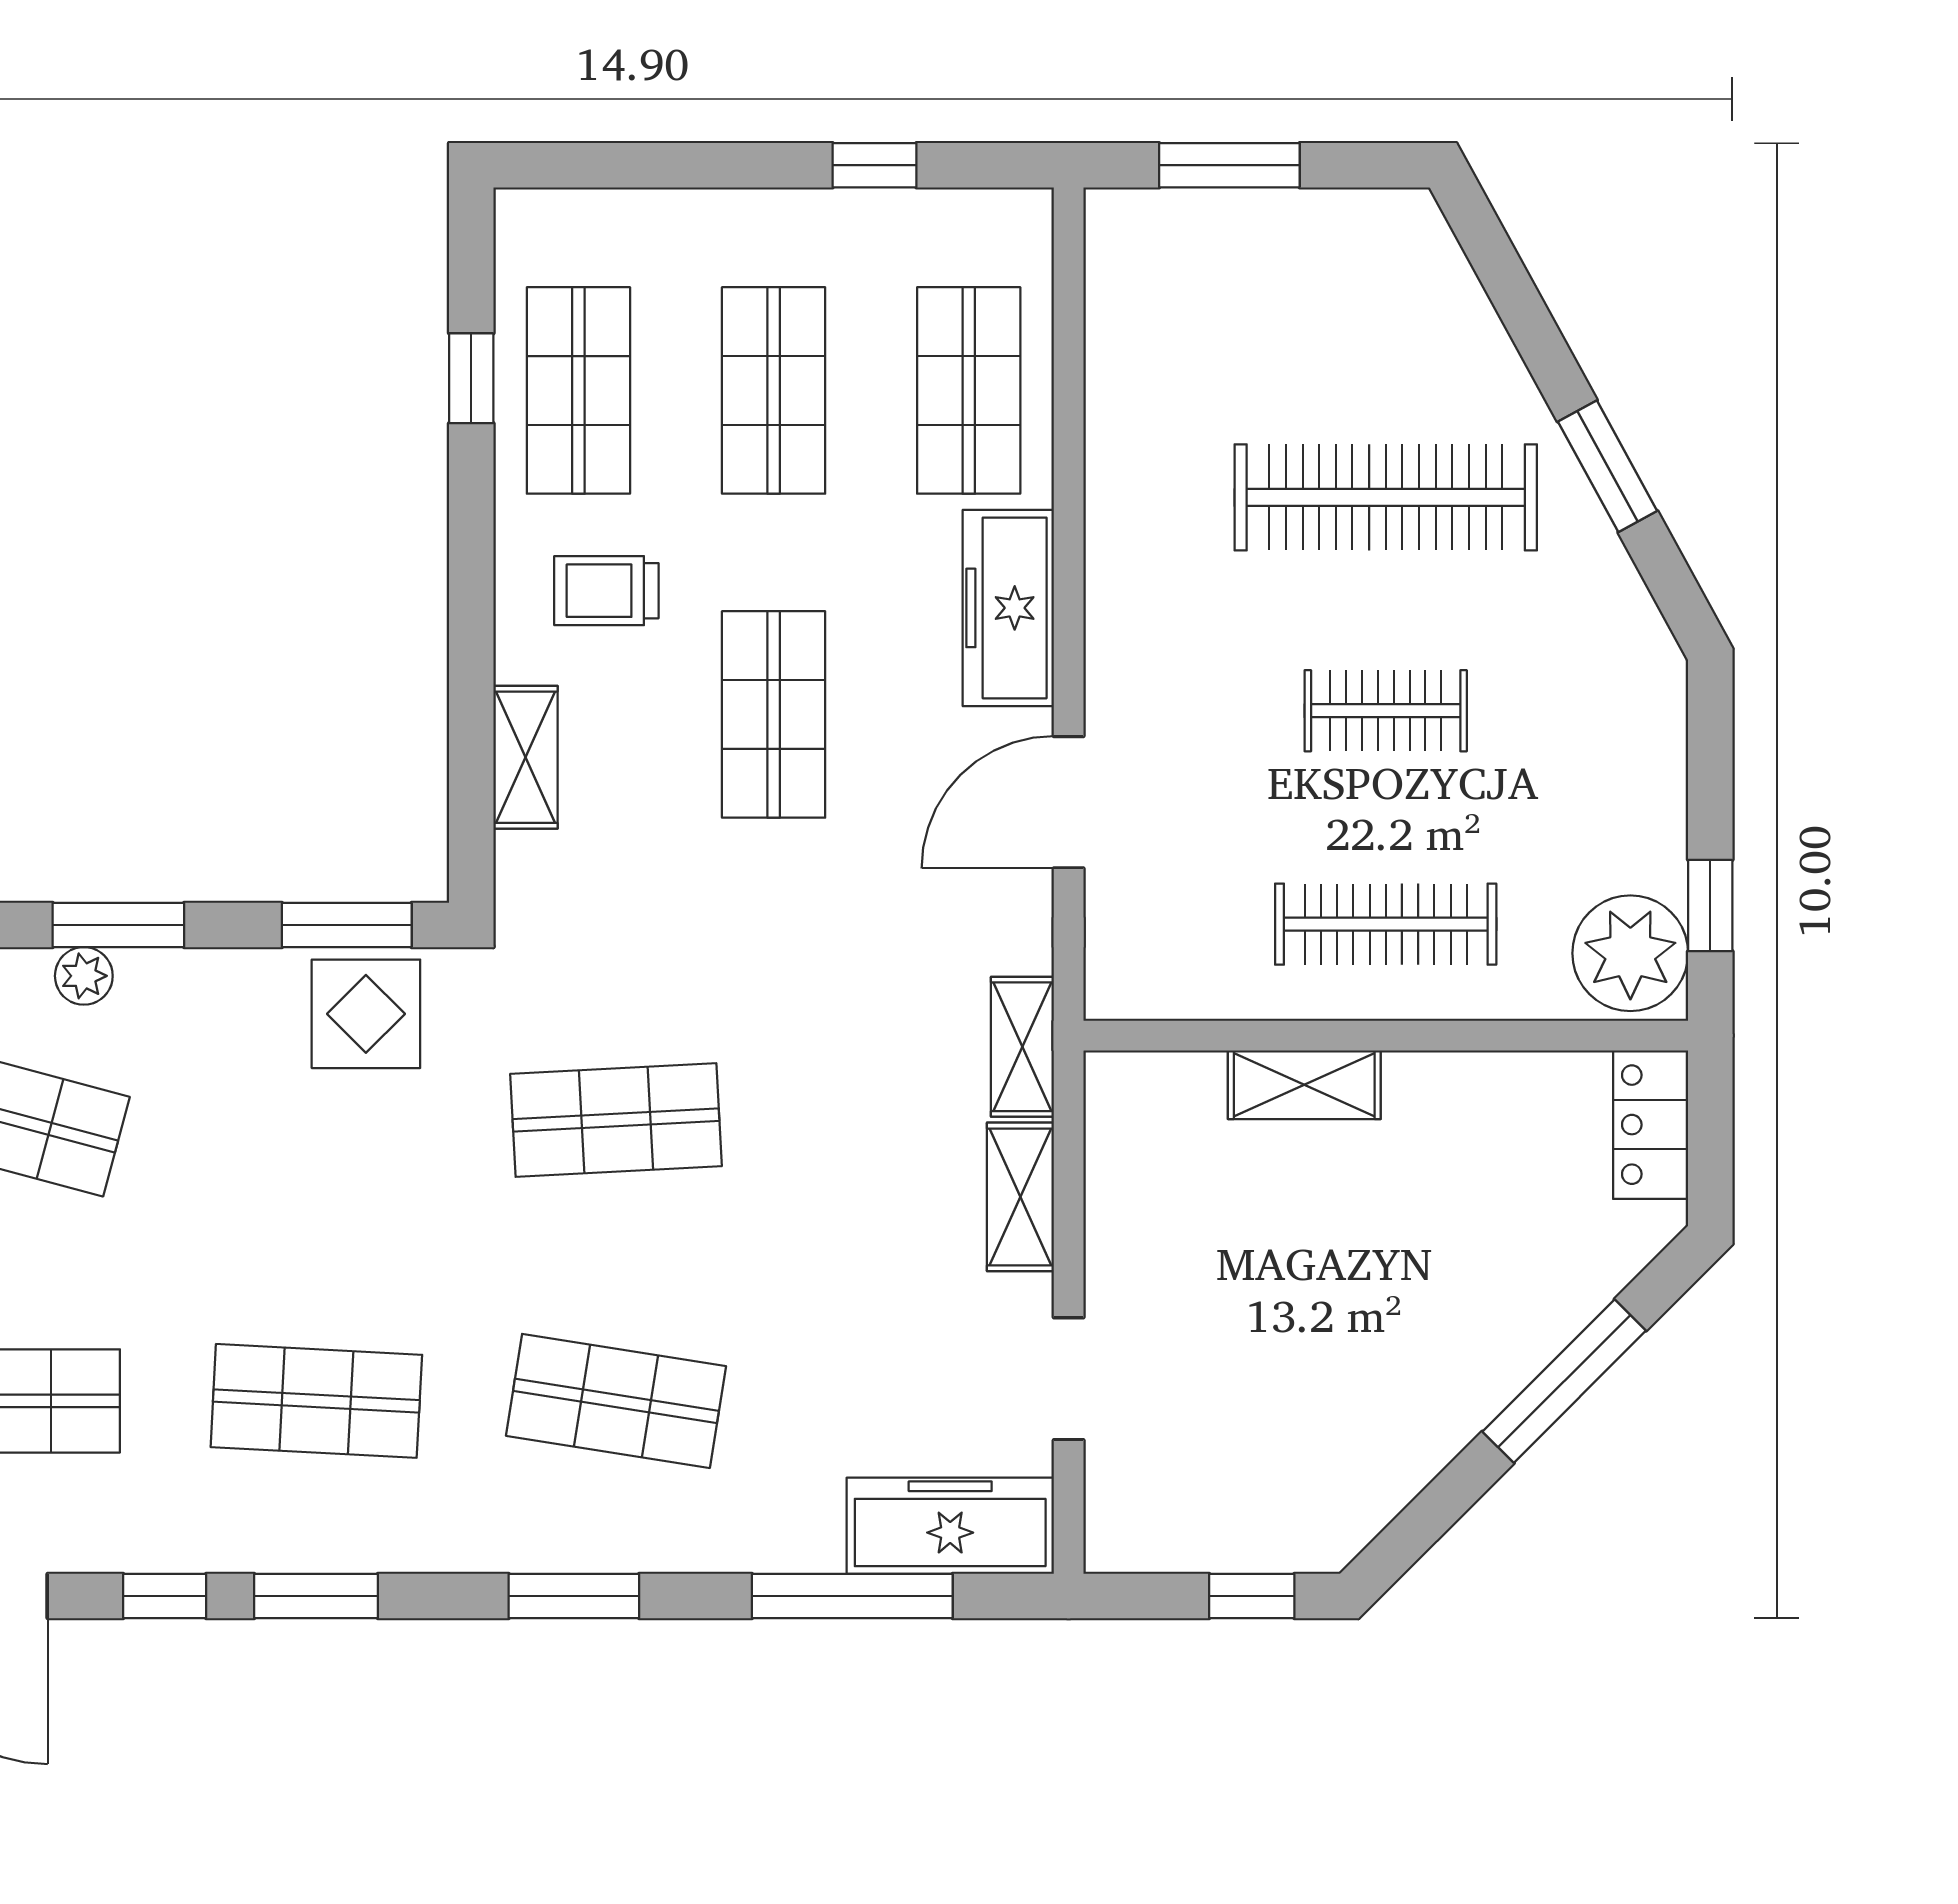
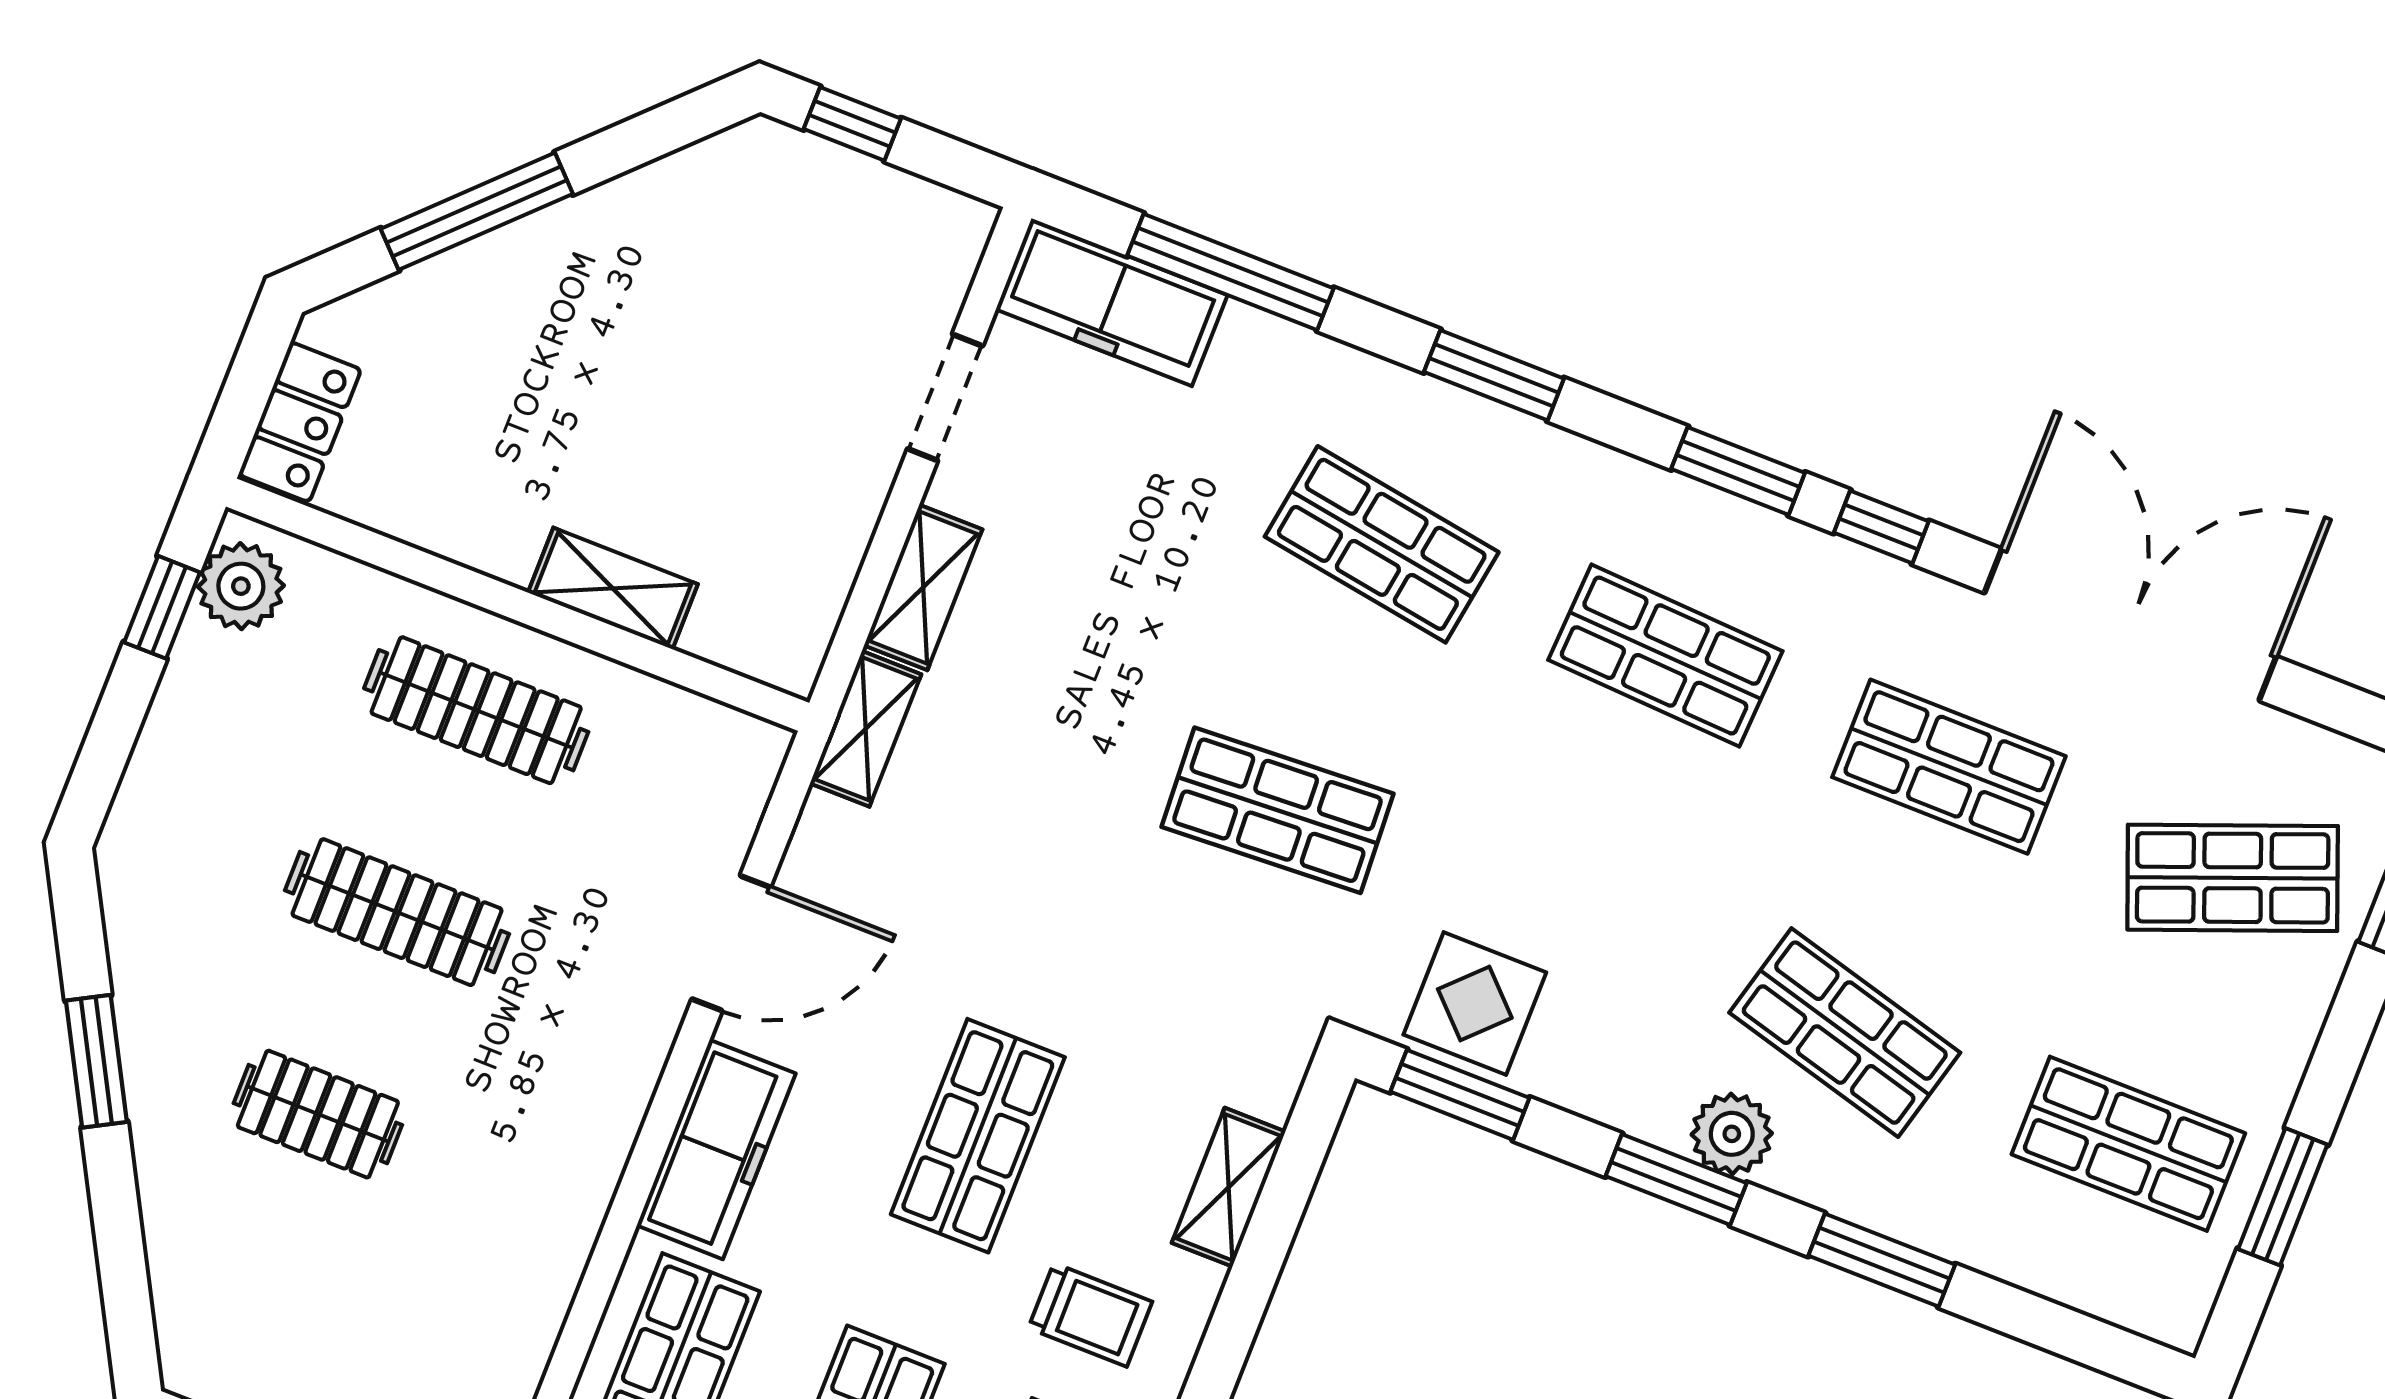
clothes rail: (1386, 497) -> (318, 1114), width x0.54, depth x0.76
clothes rail: (1386, 711) -> (397, 912), width x1.36
plant: (1630, 953) -> (241, 586), width x0.73, depth x0.73
plant: (84, 976) -> (1732, 1134), width x1.38, depth x1.38

